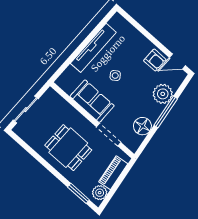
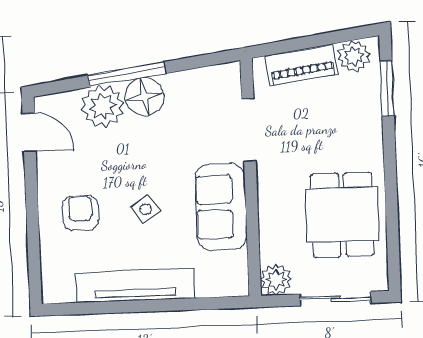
armchair: (155, 60) -> (80, 213), moved
plant: (51, 96) -> (276, 280), added
floor lamp: (142, 126) -> (145, 97), moved
dining table: (68, 148) -> (342, 215), moved

